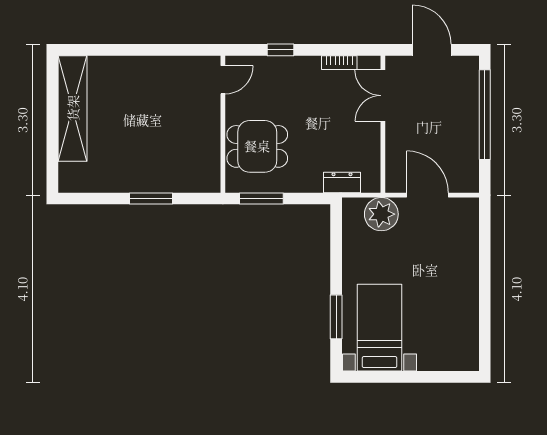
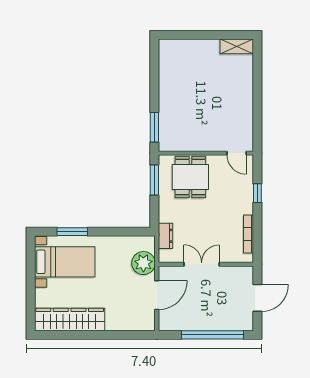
bookcase: (339, 63) -> (249, 234), width x1.56
double door: (383, 96) -> (202, 264), moved
shelving: (73, 108) -> (237, 46), width x0.45, depth x0.75
window: (151, 198) -> (154, 127), moved
wardrobe: (463, 321) -> (70, 319), added

